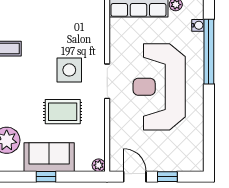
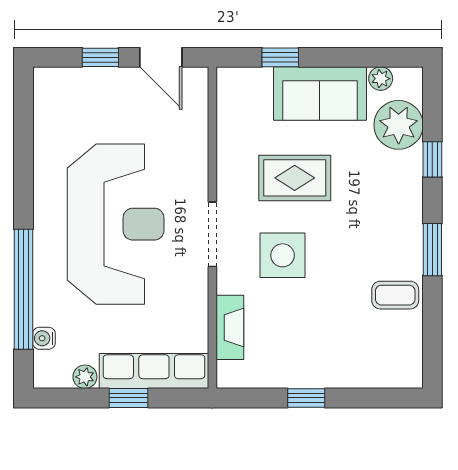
fireplace: (98, 31) -> (230, 327), added
plant: (99, 165) -> (381, 79), moved
window: (46, 177) -> (280, 57), moved

